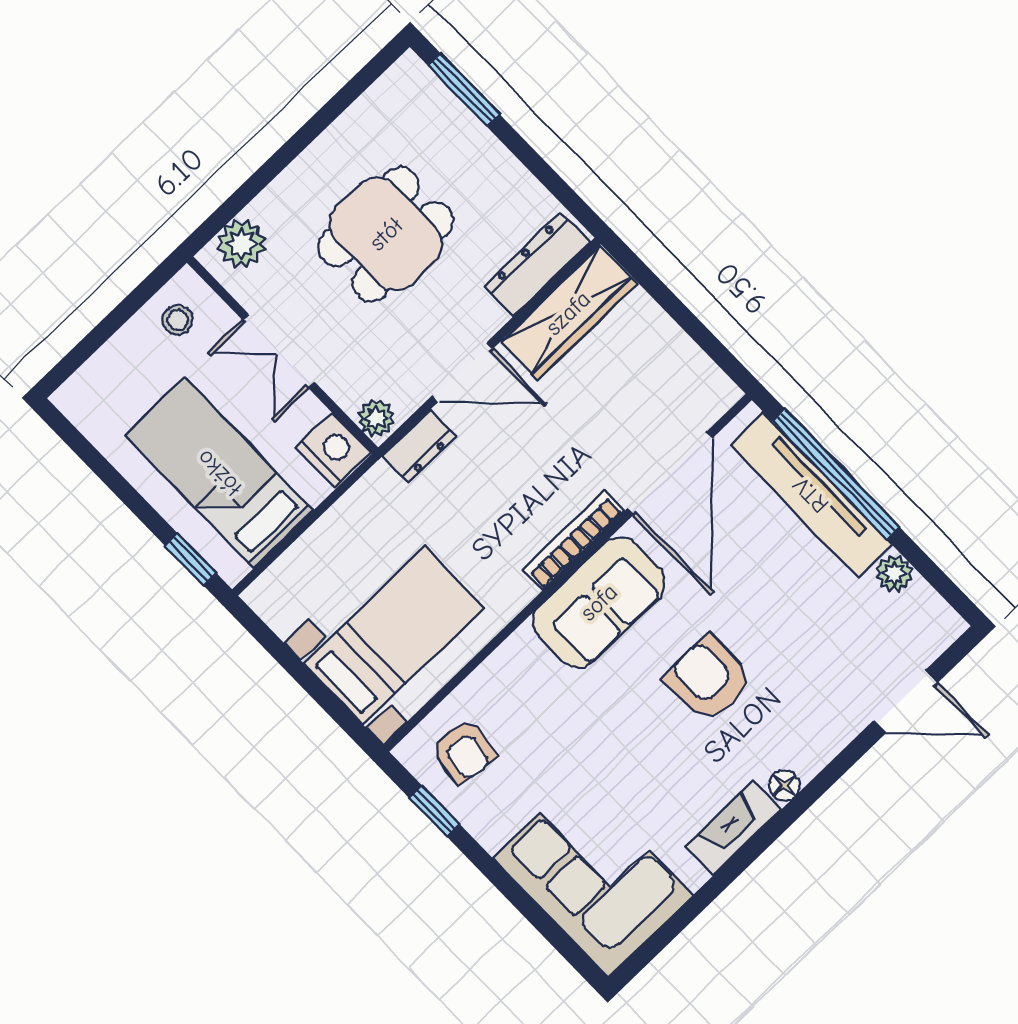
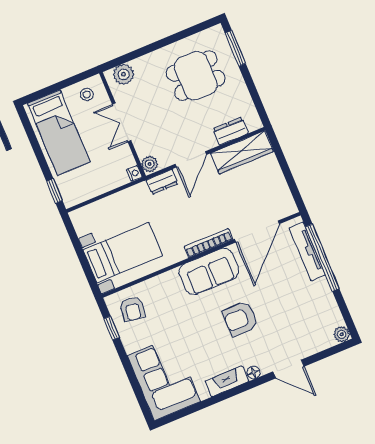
dining table: (386, 234) -> (196, 76), moved
dresser: (537, 265) -> (231, 131), width x0.70
door: (462, 372) -> (191, 159), hinge flipped
nightstand: (333, 450) -> (134, 173), width x0.53, depth x0.56
bed: (219, 473) -> (59, 133), moved, turned 180
tv unit: (811, 495) -> (307, 251), width x0.73, depth x0.78
plant: (894, 574) -> (342, 334), moved
armchair: (709, 679) -> (240, 319), turned -90
door: (905, 702) -> (289, 369), moved

